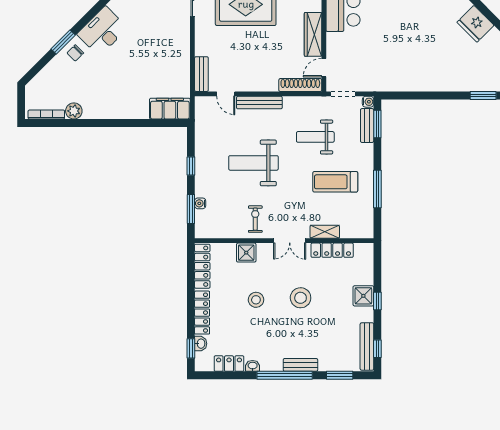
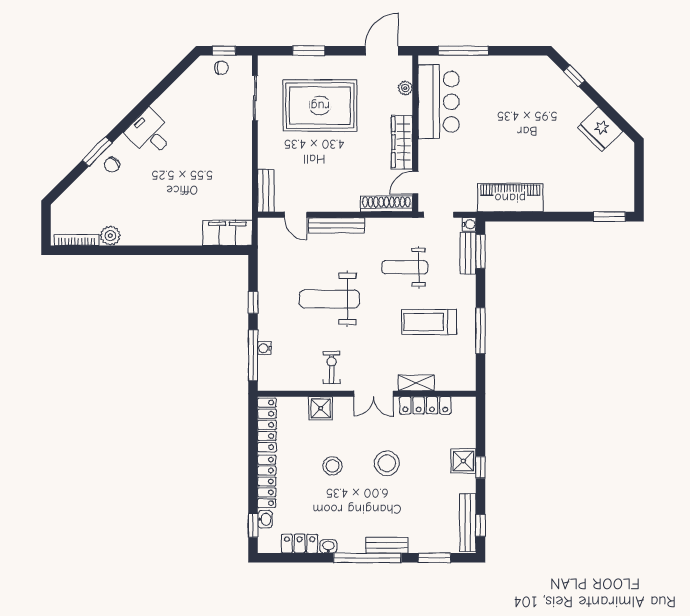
desk: (102, 31) -> (150, 133), width x0.73
piano: (402, 80) -> (510, 198), added
window: (191, 209) -> (253, 355), width x1.44

